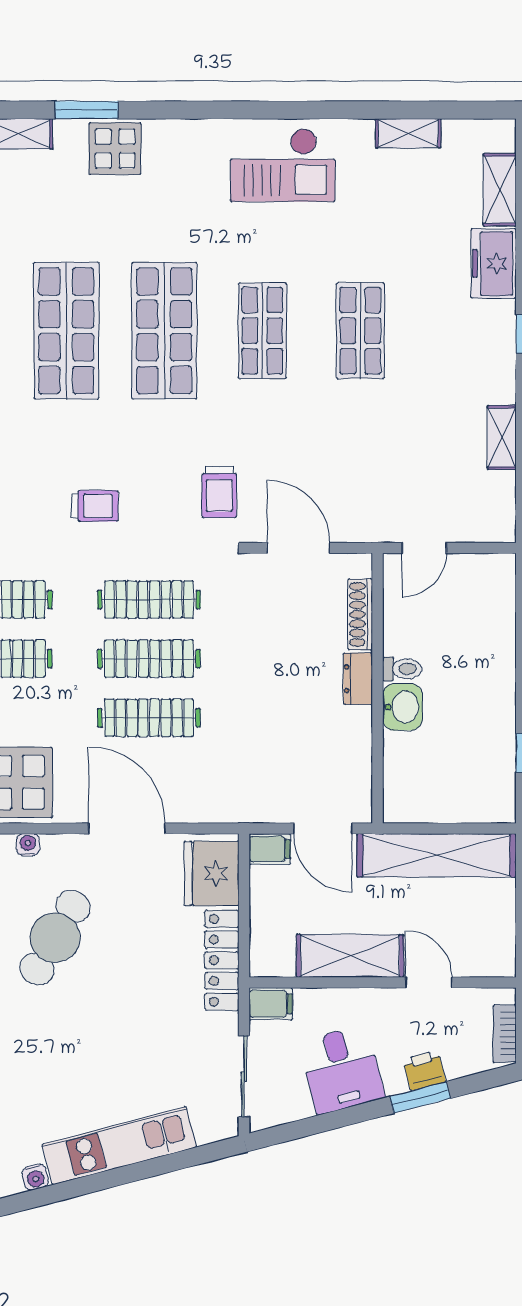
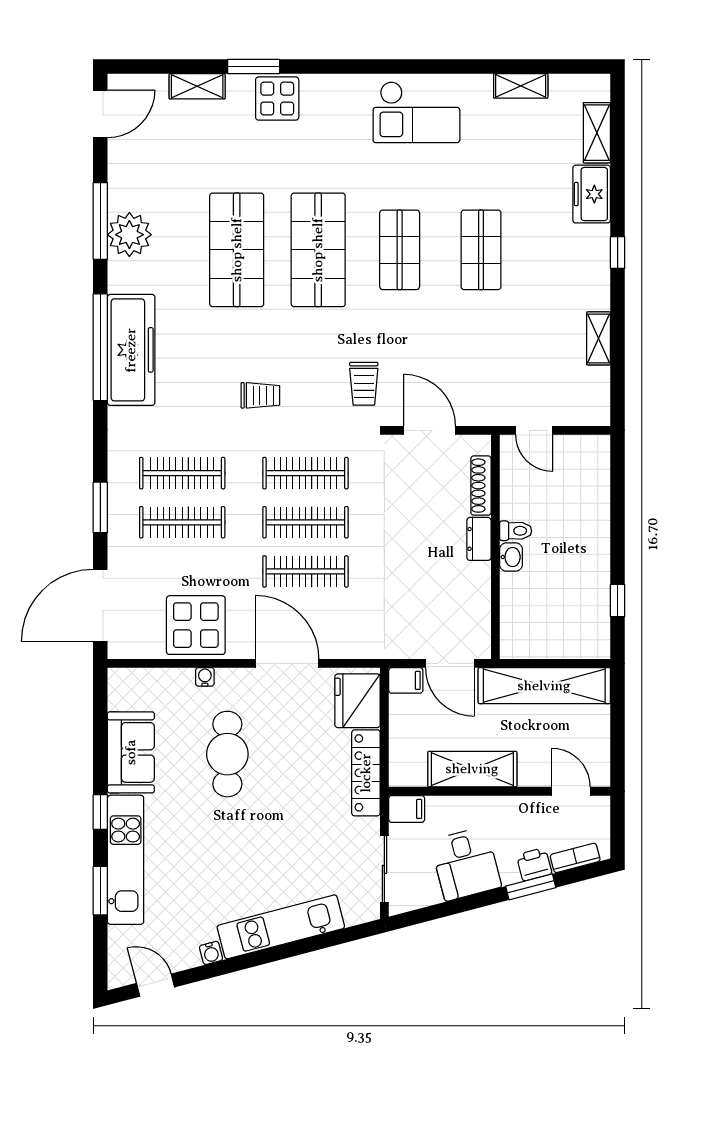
door: (424, 548) -> (534, 430), hinge flipped
washbasin: (403, 707) -> (511, 557), width x0.72, depth x0.69
cafe table: (55, 938) -> (227, 754), turned -30
door: (429, 982) -> (571, 791), moved
bookcase: (505, 1034) -> (575, 858), moved, turned 75

